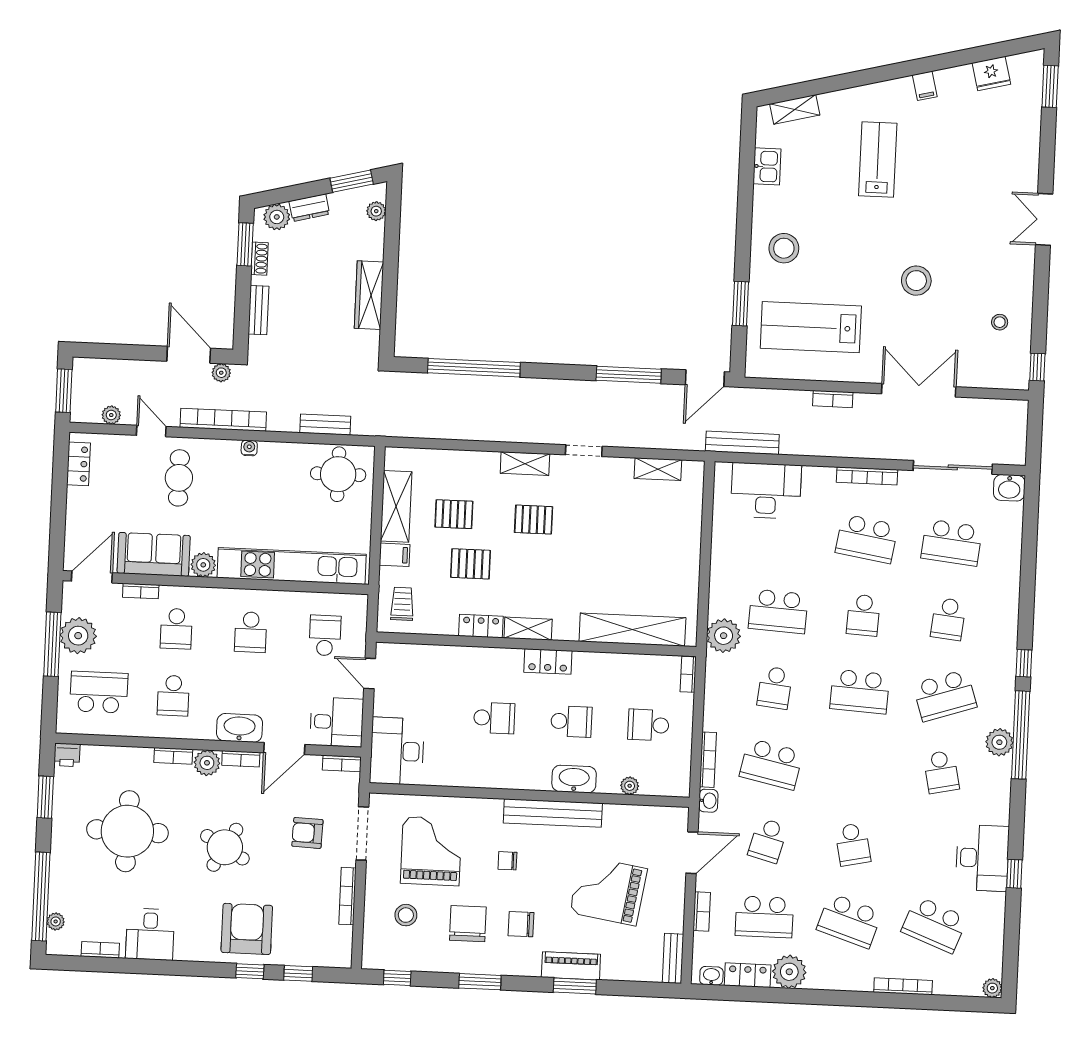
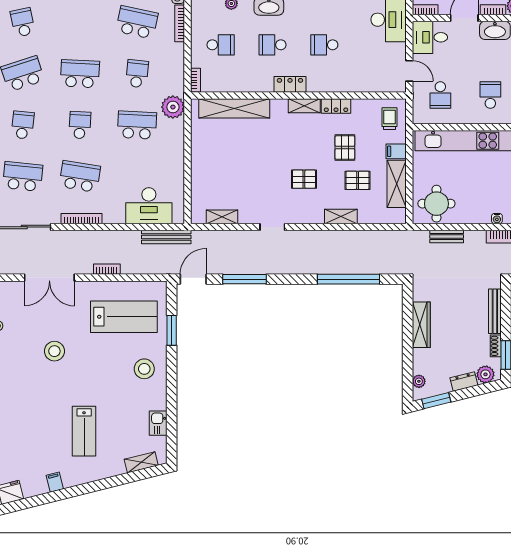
bench: (259, 310) -> (495, 311), width x1.36
shelving: (525, 464) -> (341, 216), moved
pallet: (471, 564) -> (345, 148), turned 90
trolley: (402, 604) -> (389, 119), turned 180

